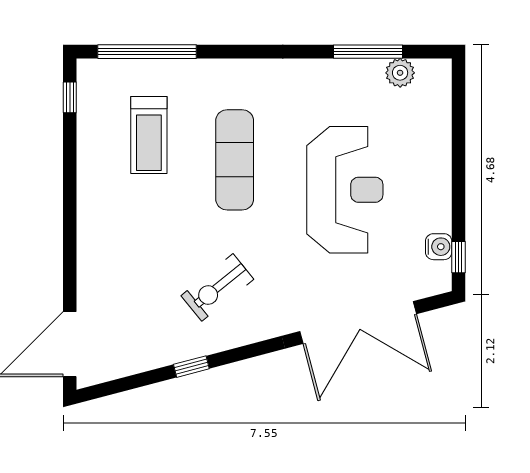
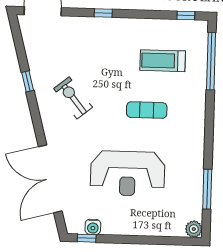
plant: (400, 73) -> (194, 229), moved
exercise mat: (235, 160) -> (147, 110), width x0.73, depth x0.69
window: (70, 240) -> (103, 13), added

